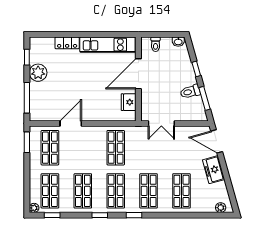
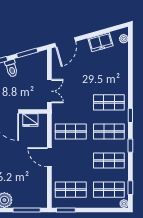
toilet: (190, 92) -> (11, 68), moved
door: (71, 123) -> (49, 157), moved
freezer: (214, 170) -> (100, 42), moved
shop shelf: (181, 191) -> (109, 73), removed

